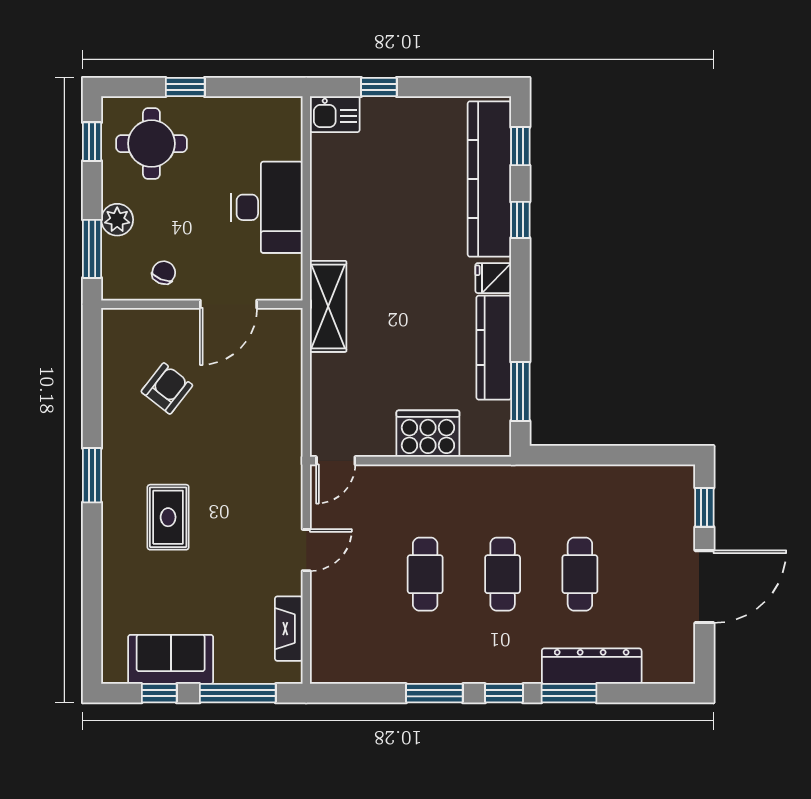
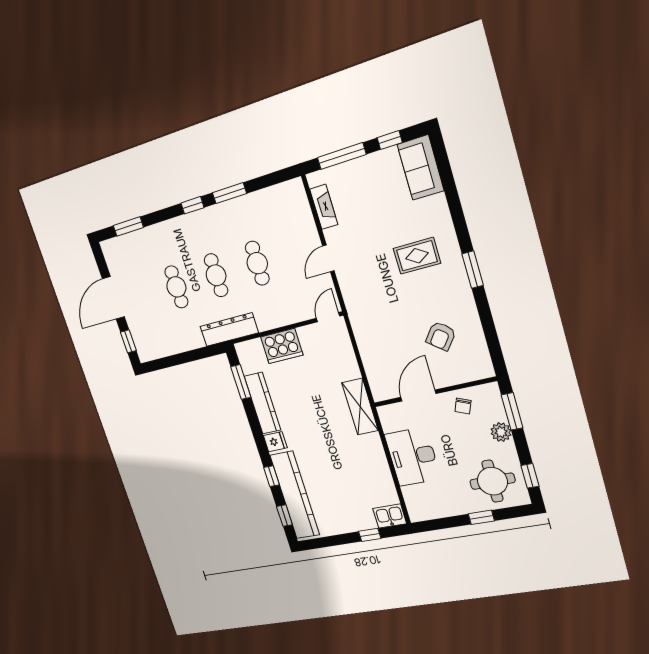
rug: (168, 517) -> (417, 256), turned 90
sofa: (171, 659) -> (421, 168), moved, turned 90
dresser: (592, 666) -> (229, 330), moved, turned 180
window: (569, 693) -> (128, 226), moved

